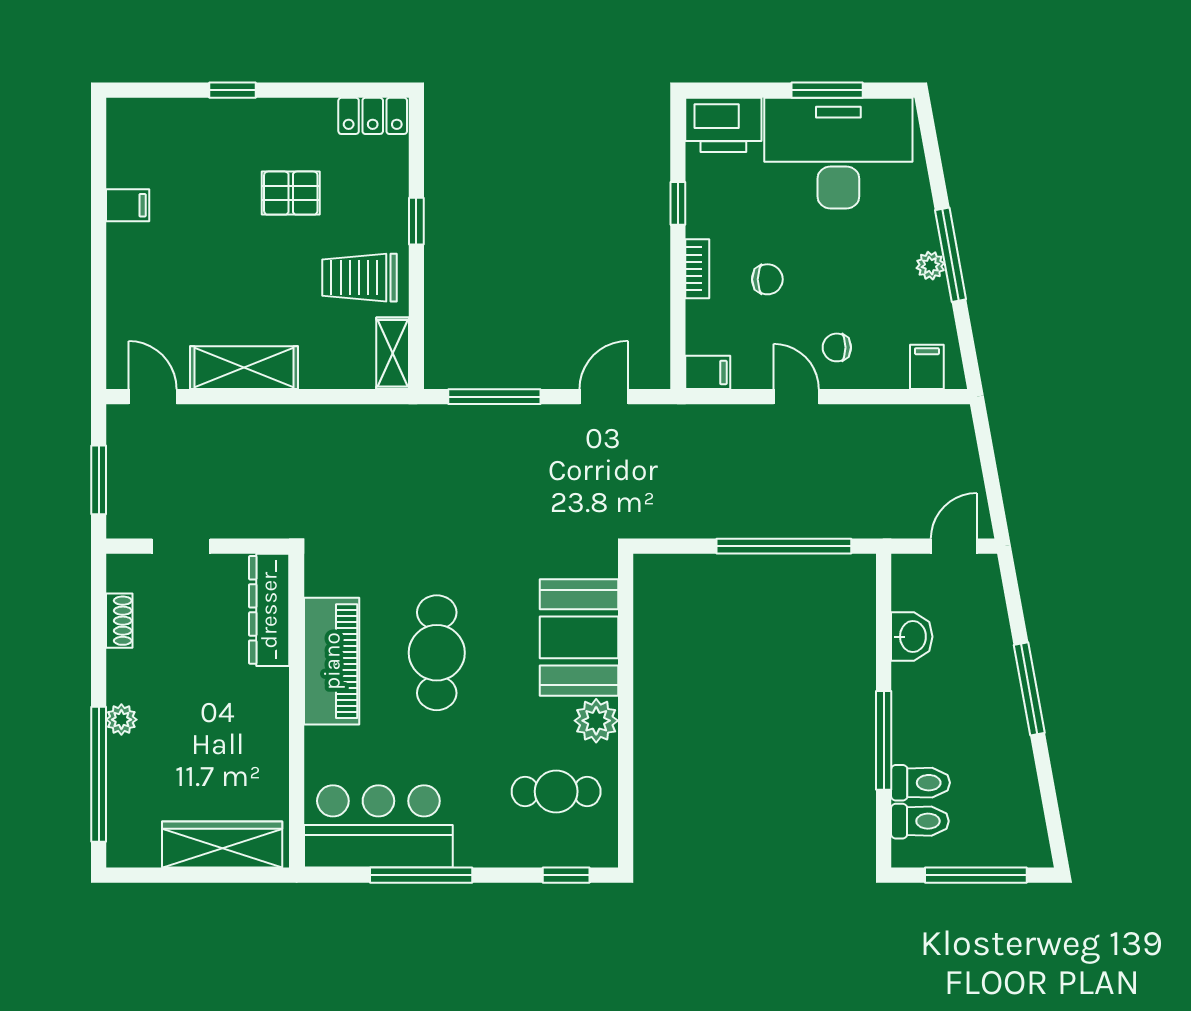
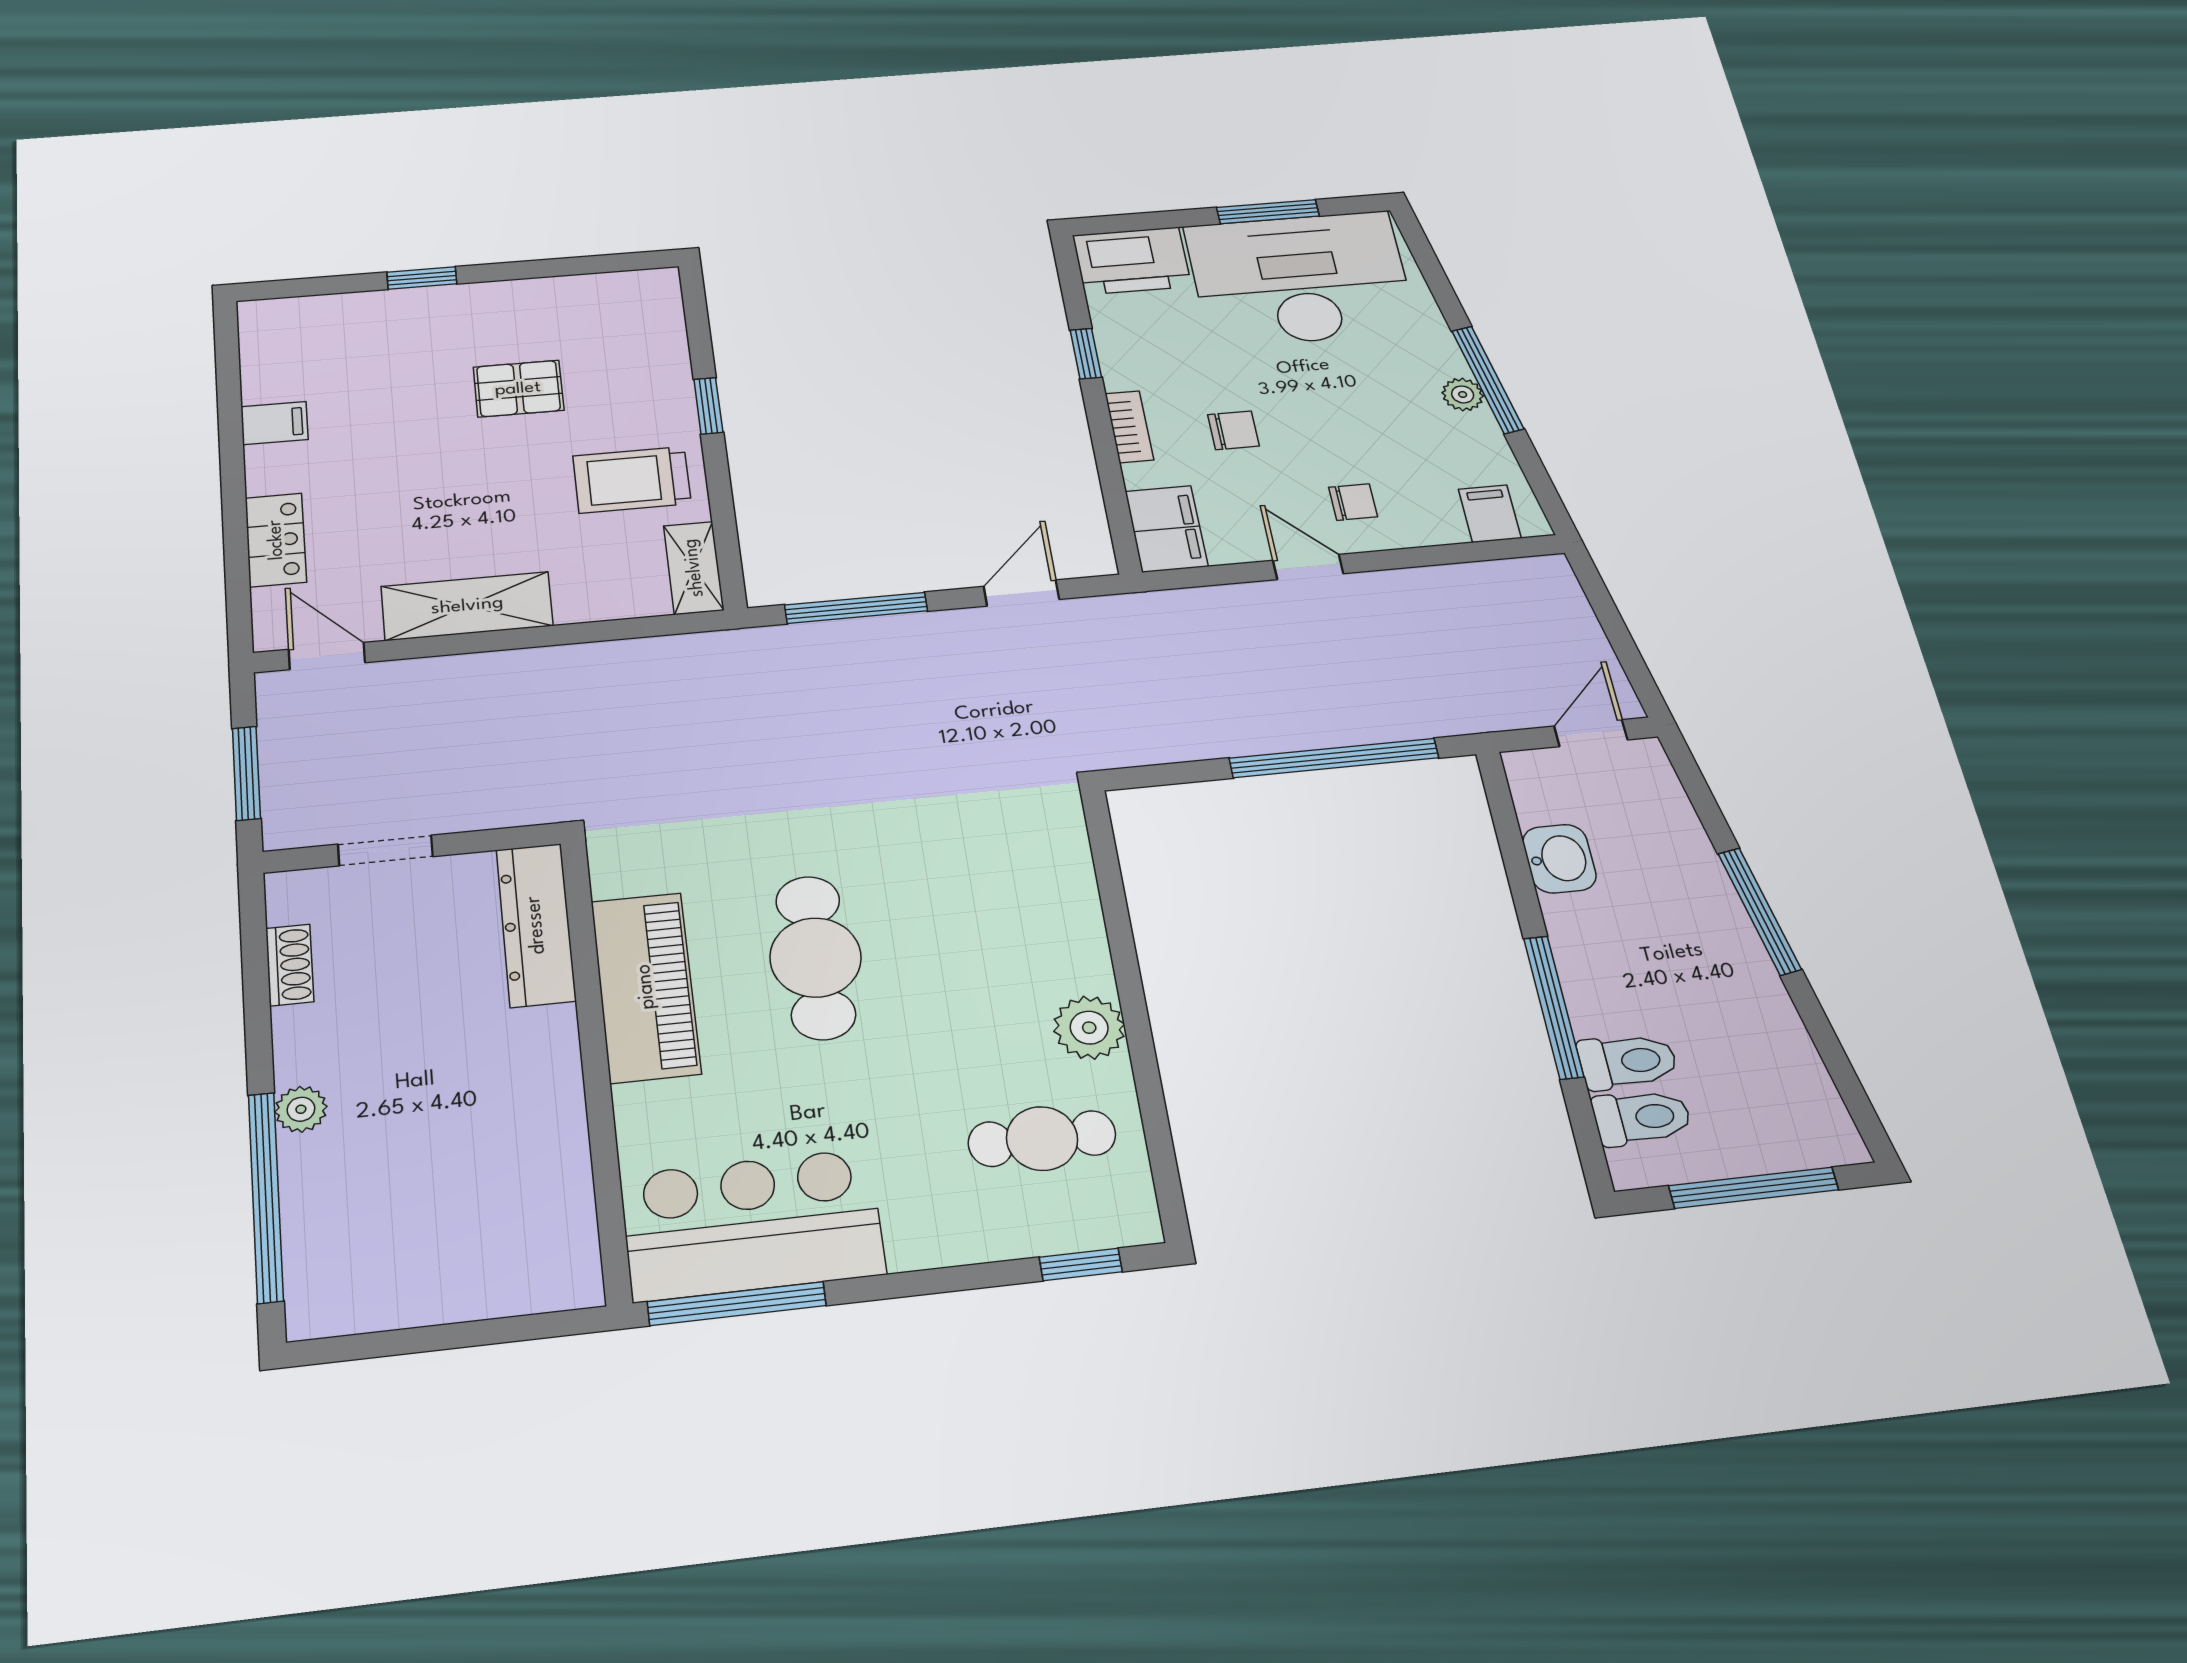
locker: (373, 116) -> (276, 540), moved, turned -90
chair: (837, 347) -> (1353, 502), turned 180
filing cabinet: (708, 372) -> (1166, 529), width x2.00
booth: (579, 637) -> (1040, 913), removed
wardrobe: (222, 845) -> (487, 1283), removed
window: (421, 875) -> (737, 1304), moved

